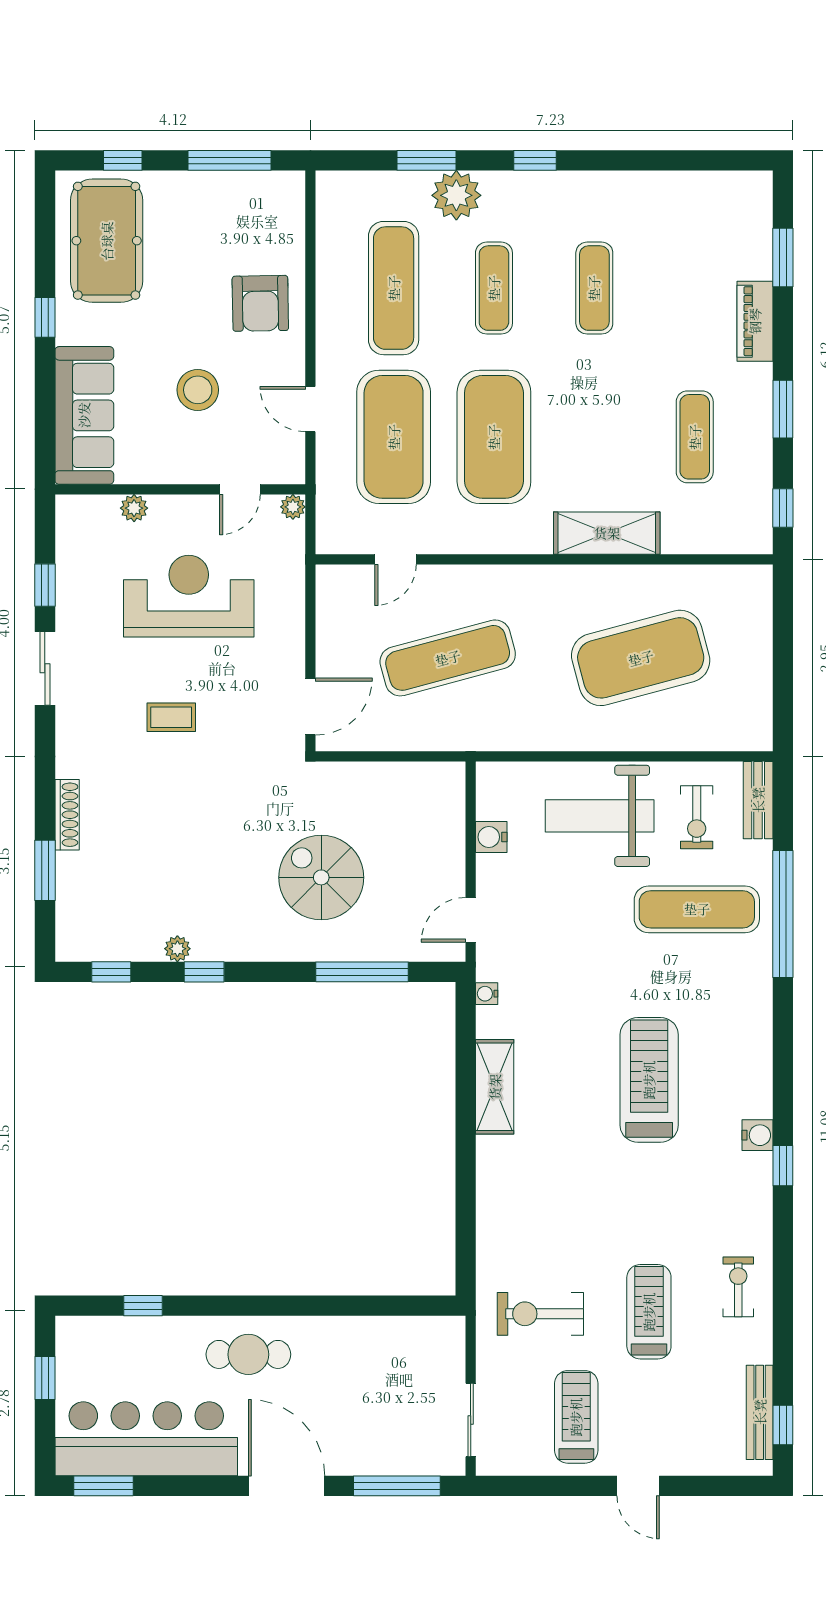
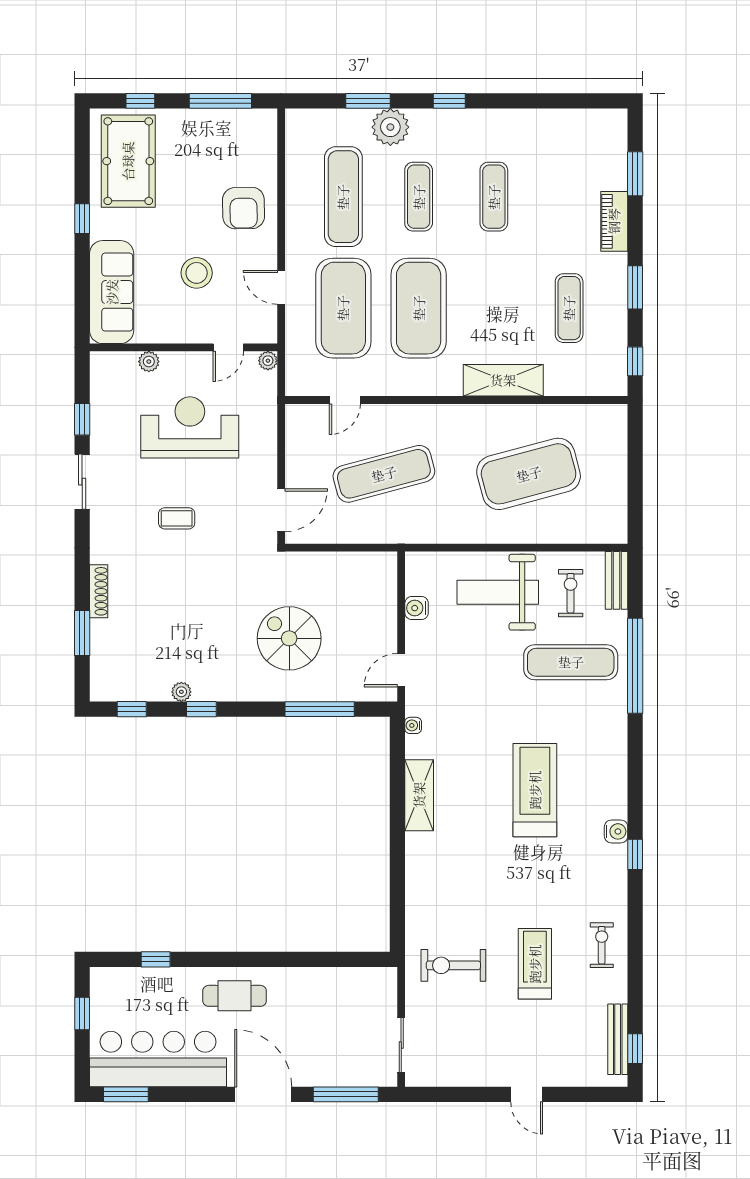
exercise bike: (697, 817) -> (571, 593), turned 180
treadmill: (576, 1417) -> (480, 1043), removed

